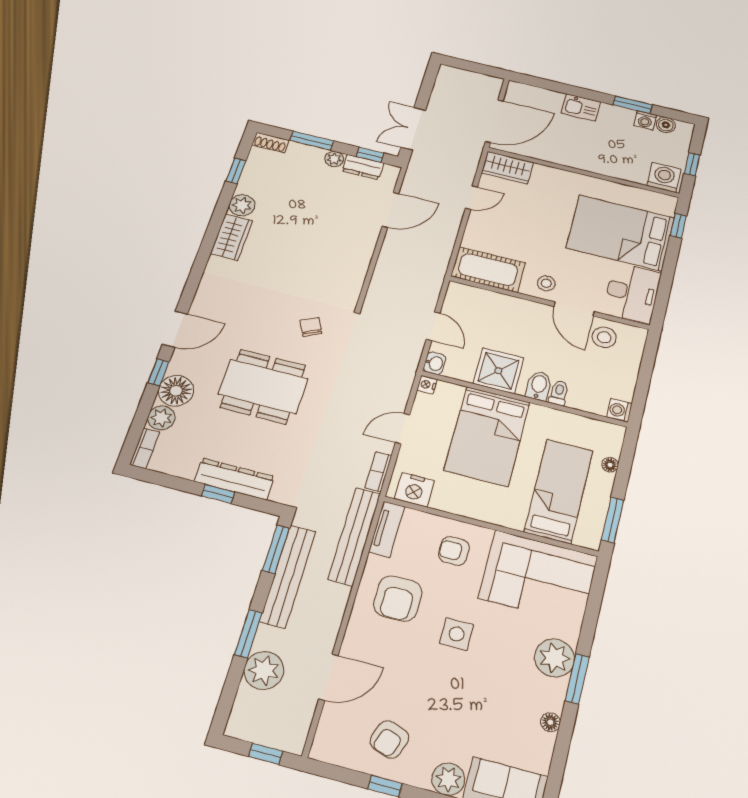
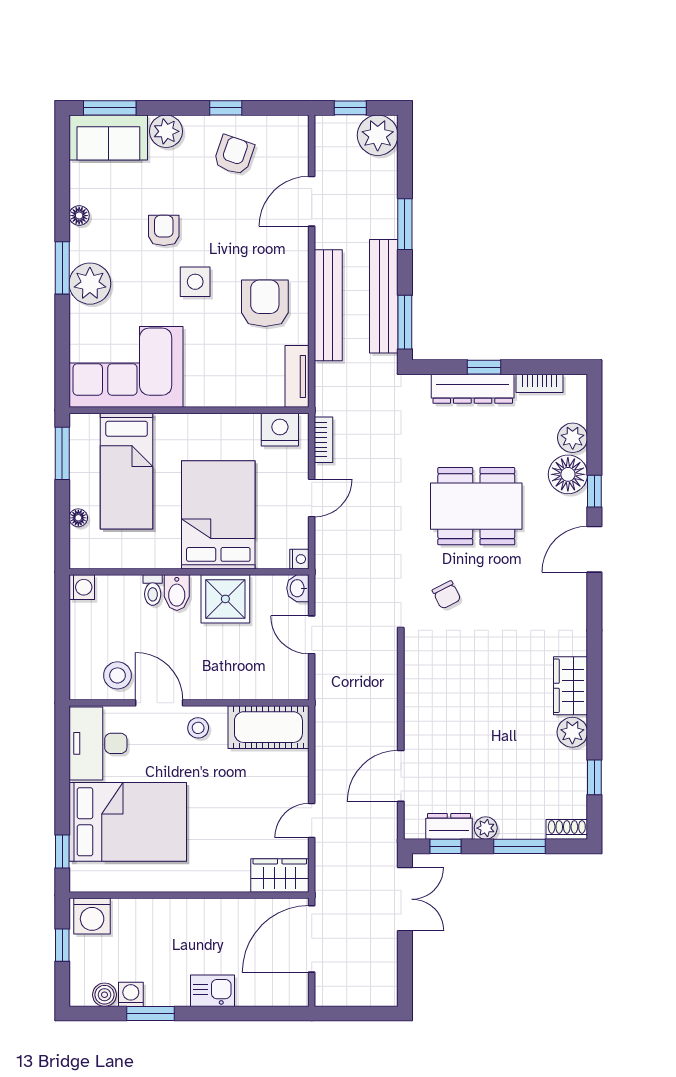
bookcase: (145, 448) -> (540, 383), moved, turned -90
bench: (354, 536) -> (328, 305), moved
armchair: (454, 551) -> (164, 230), moved, turned -90
plant: (264, 670) -> (378, 135), moved

